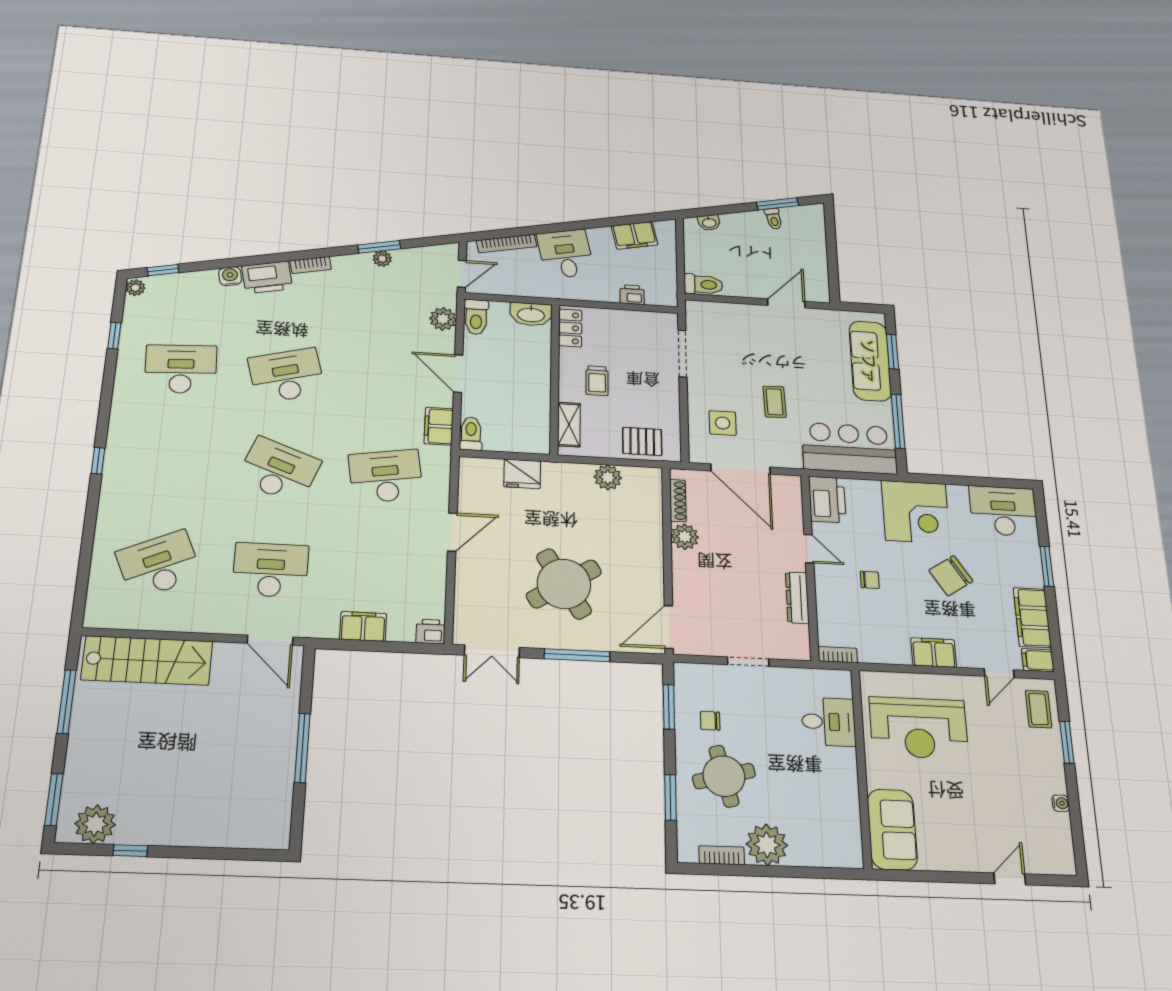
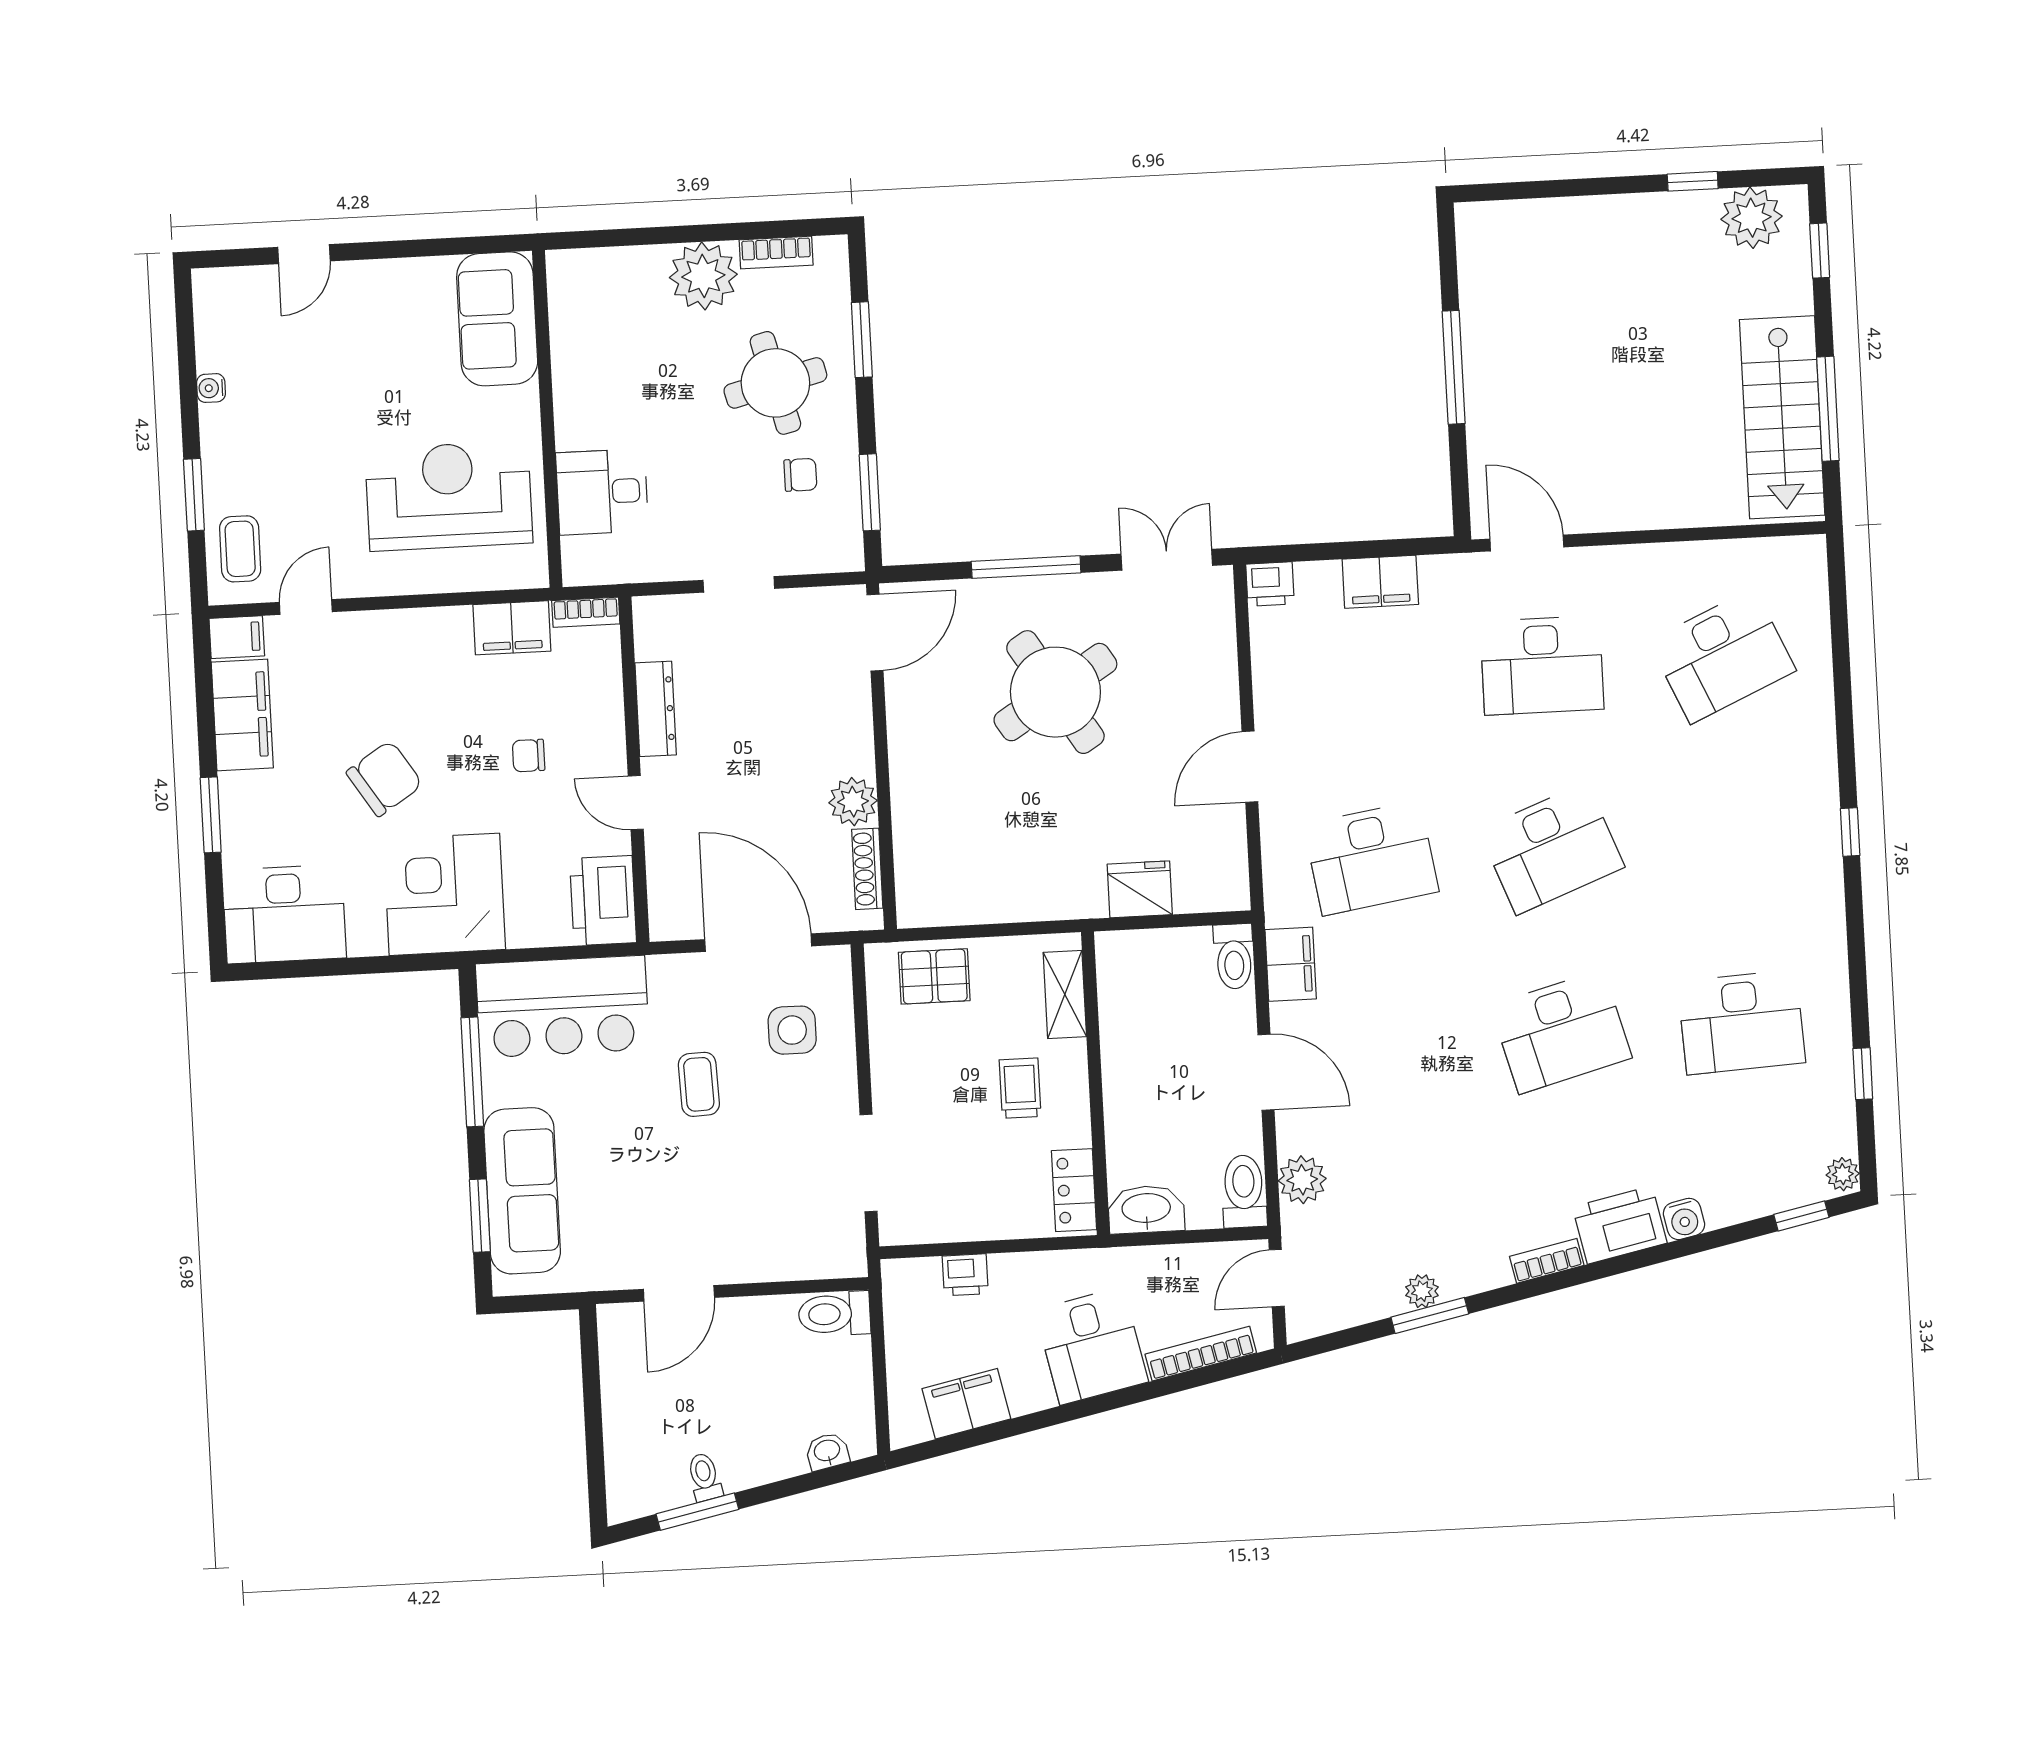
desk: (279, 470) -> (1552, 849), turned -42
plant: (608, 477) -> (991, 899), removed
filing cabinet: (934, 653) -> (512, 628), moved
stairs: (147, 660) -> (1782, 417), moved, turned -90
window: (54, 799) -> (1820, 251), width x0.67

